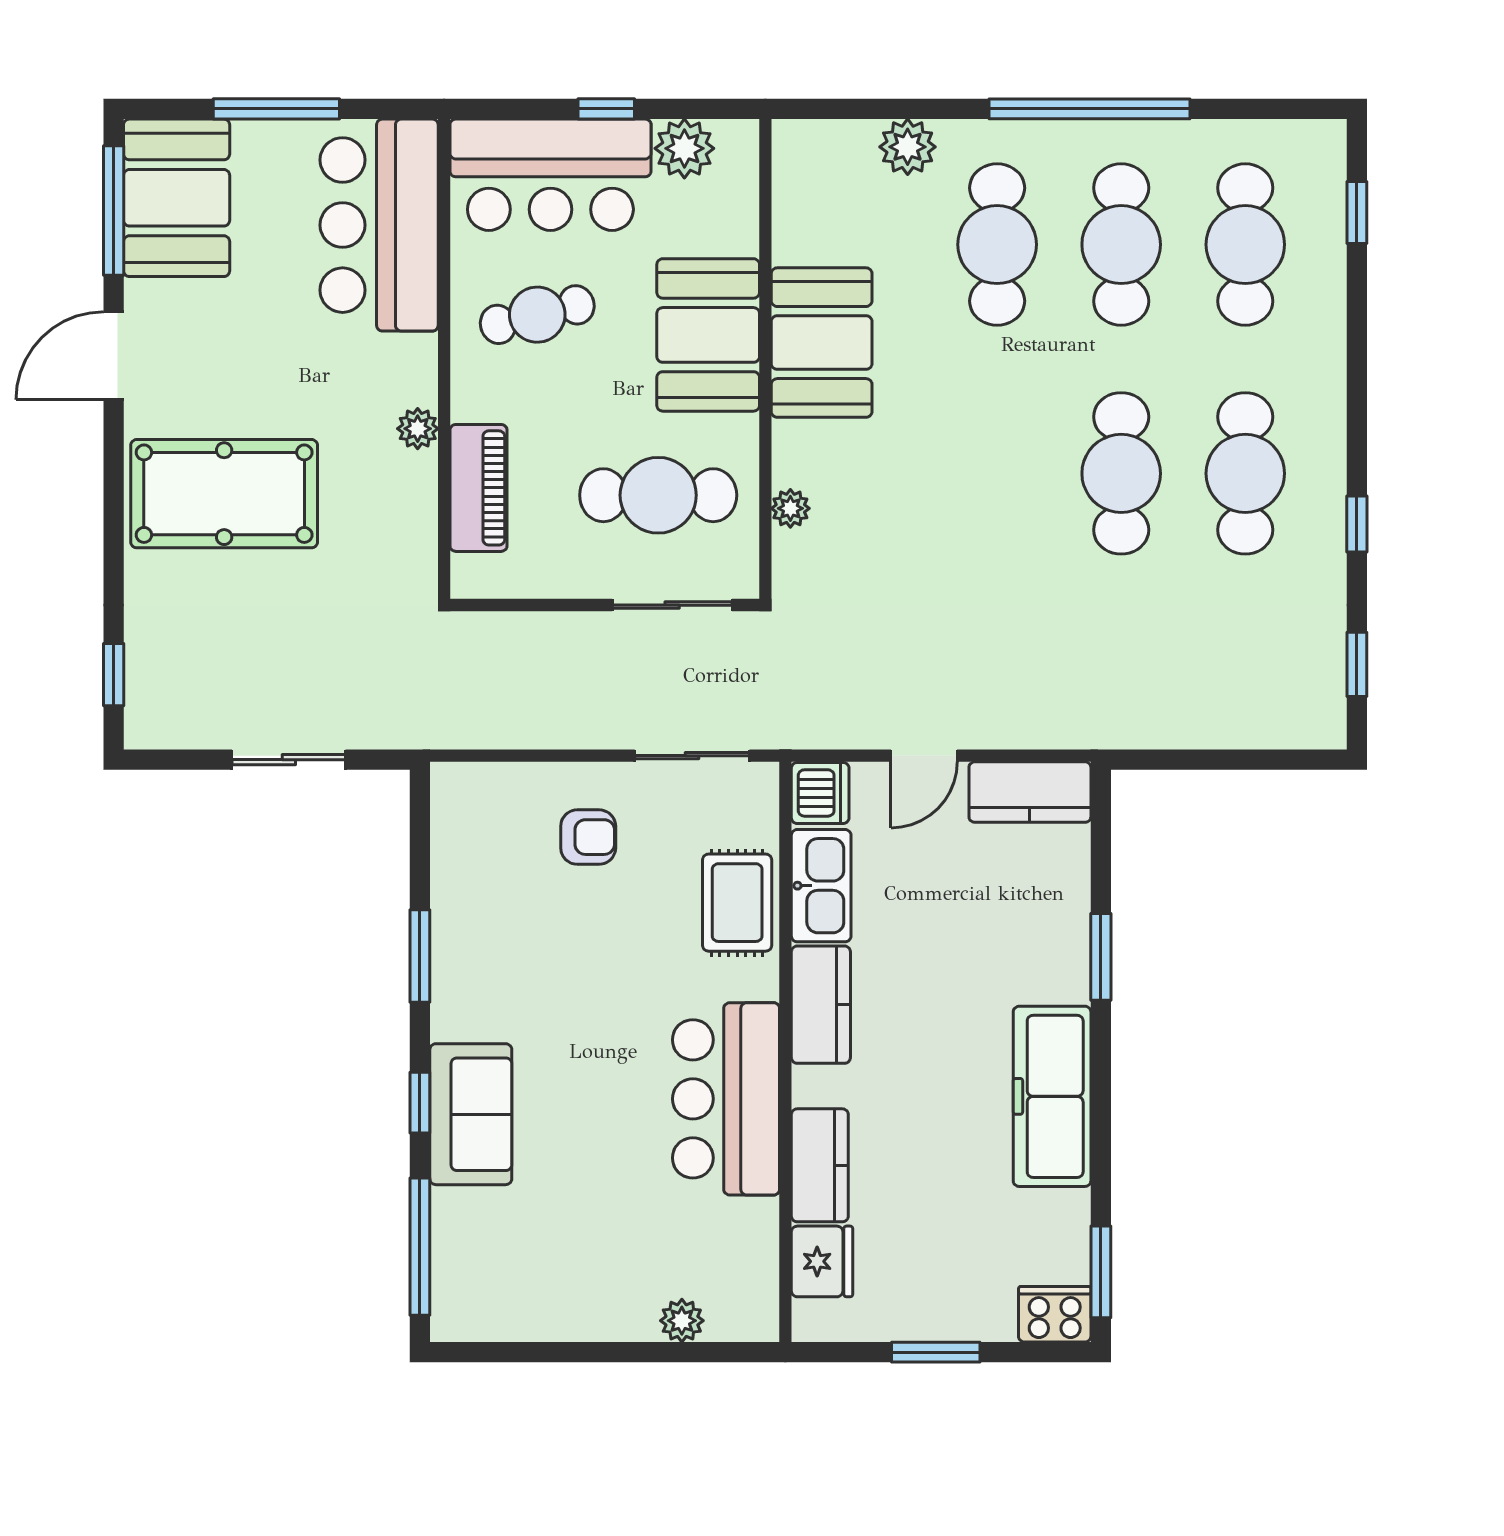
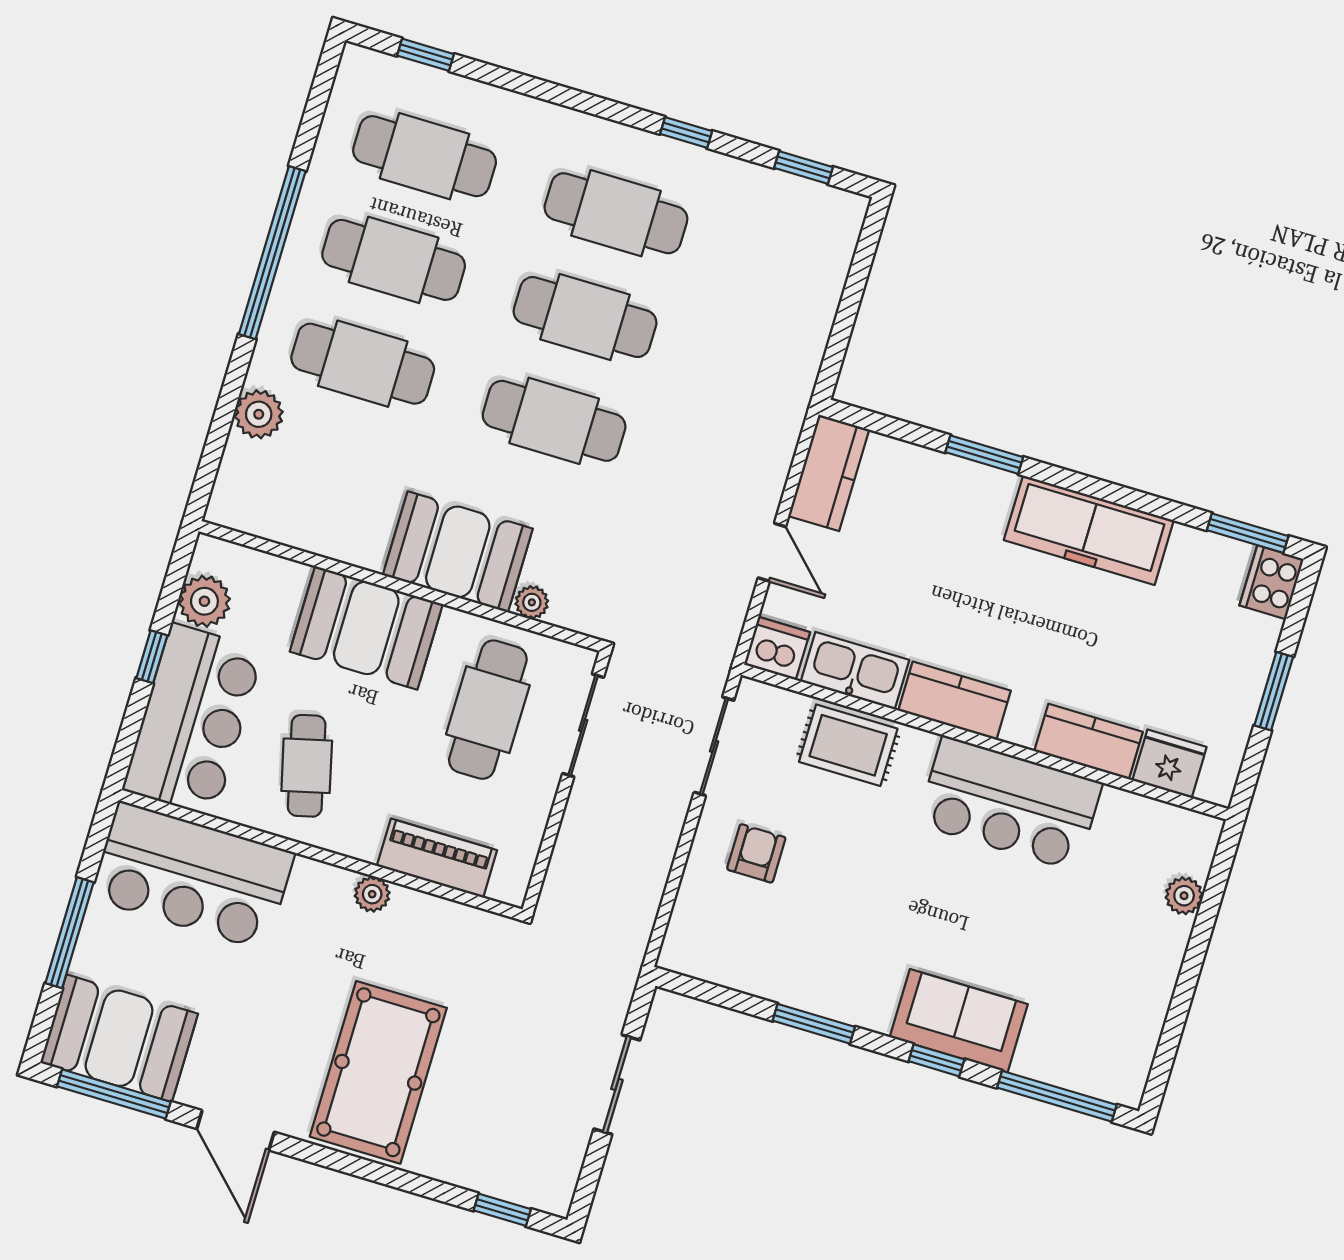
booth: (822, 343) -> (458, 552), moved
cafe table: (997, 473) -> (554, 421), added

